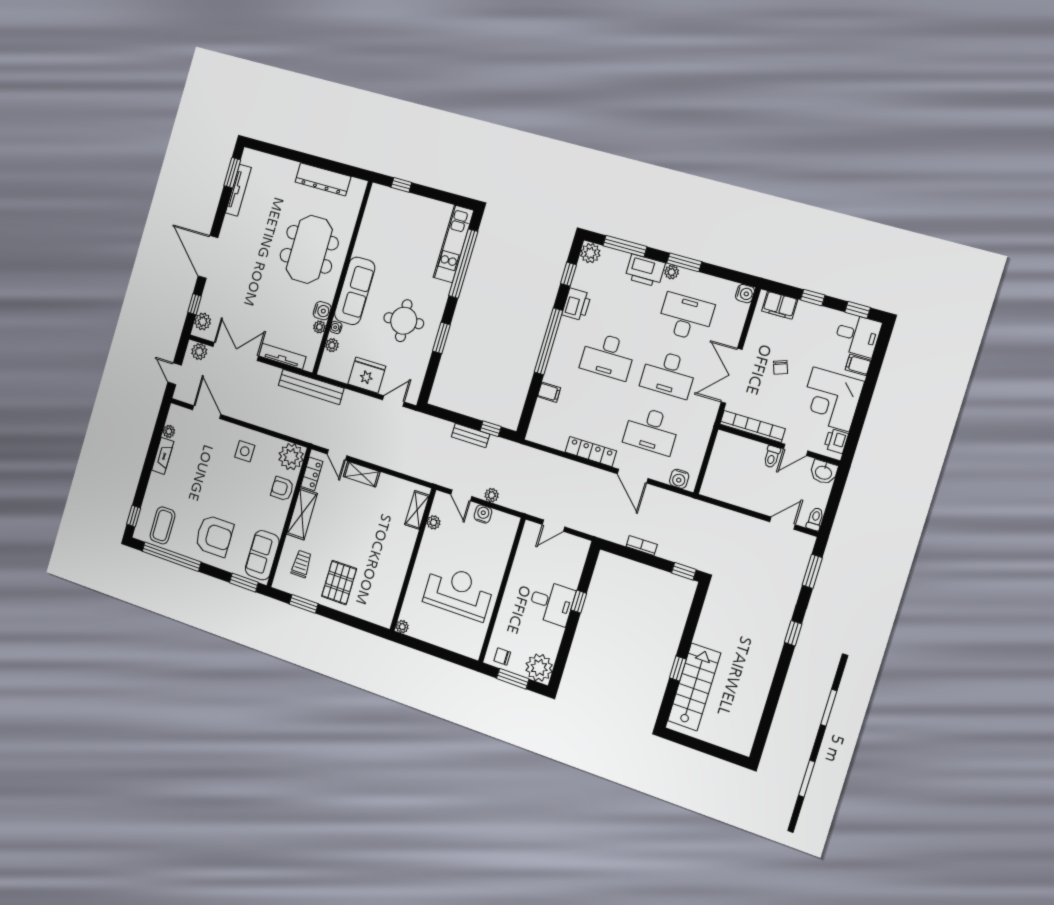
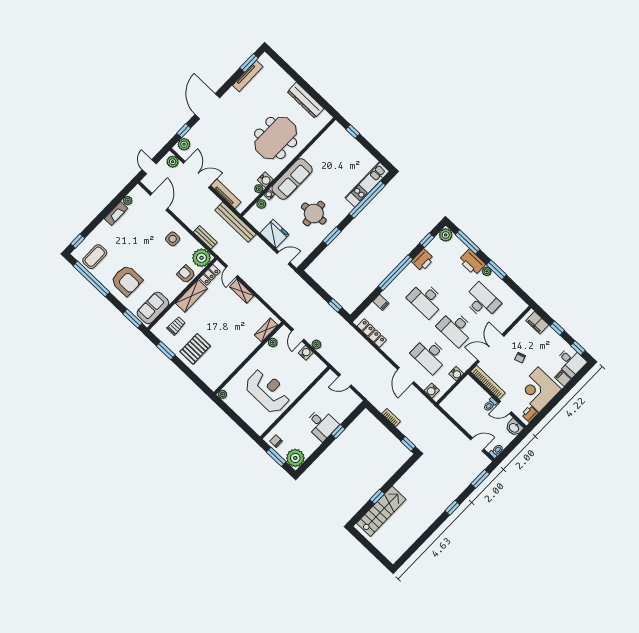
water cooler: (745, 294) -> (456, 374), moved
bench: (471, 435) -> (205, 237), moved
locker: (591, 451) -> (372, 333), moved

